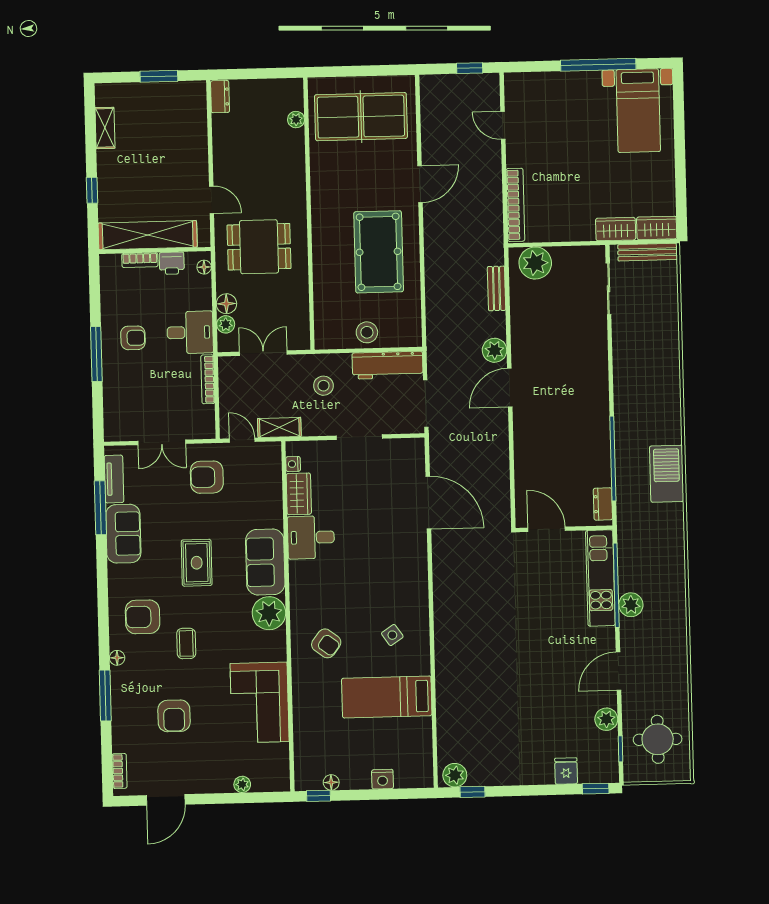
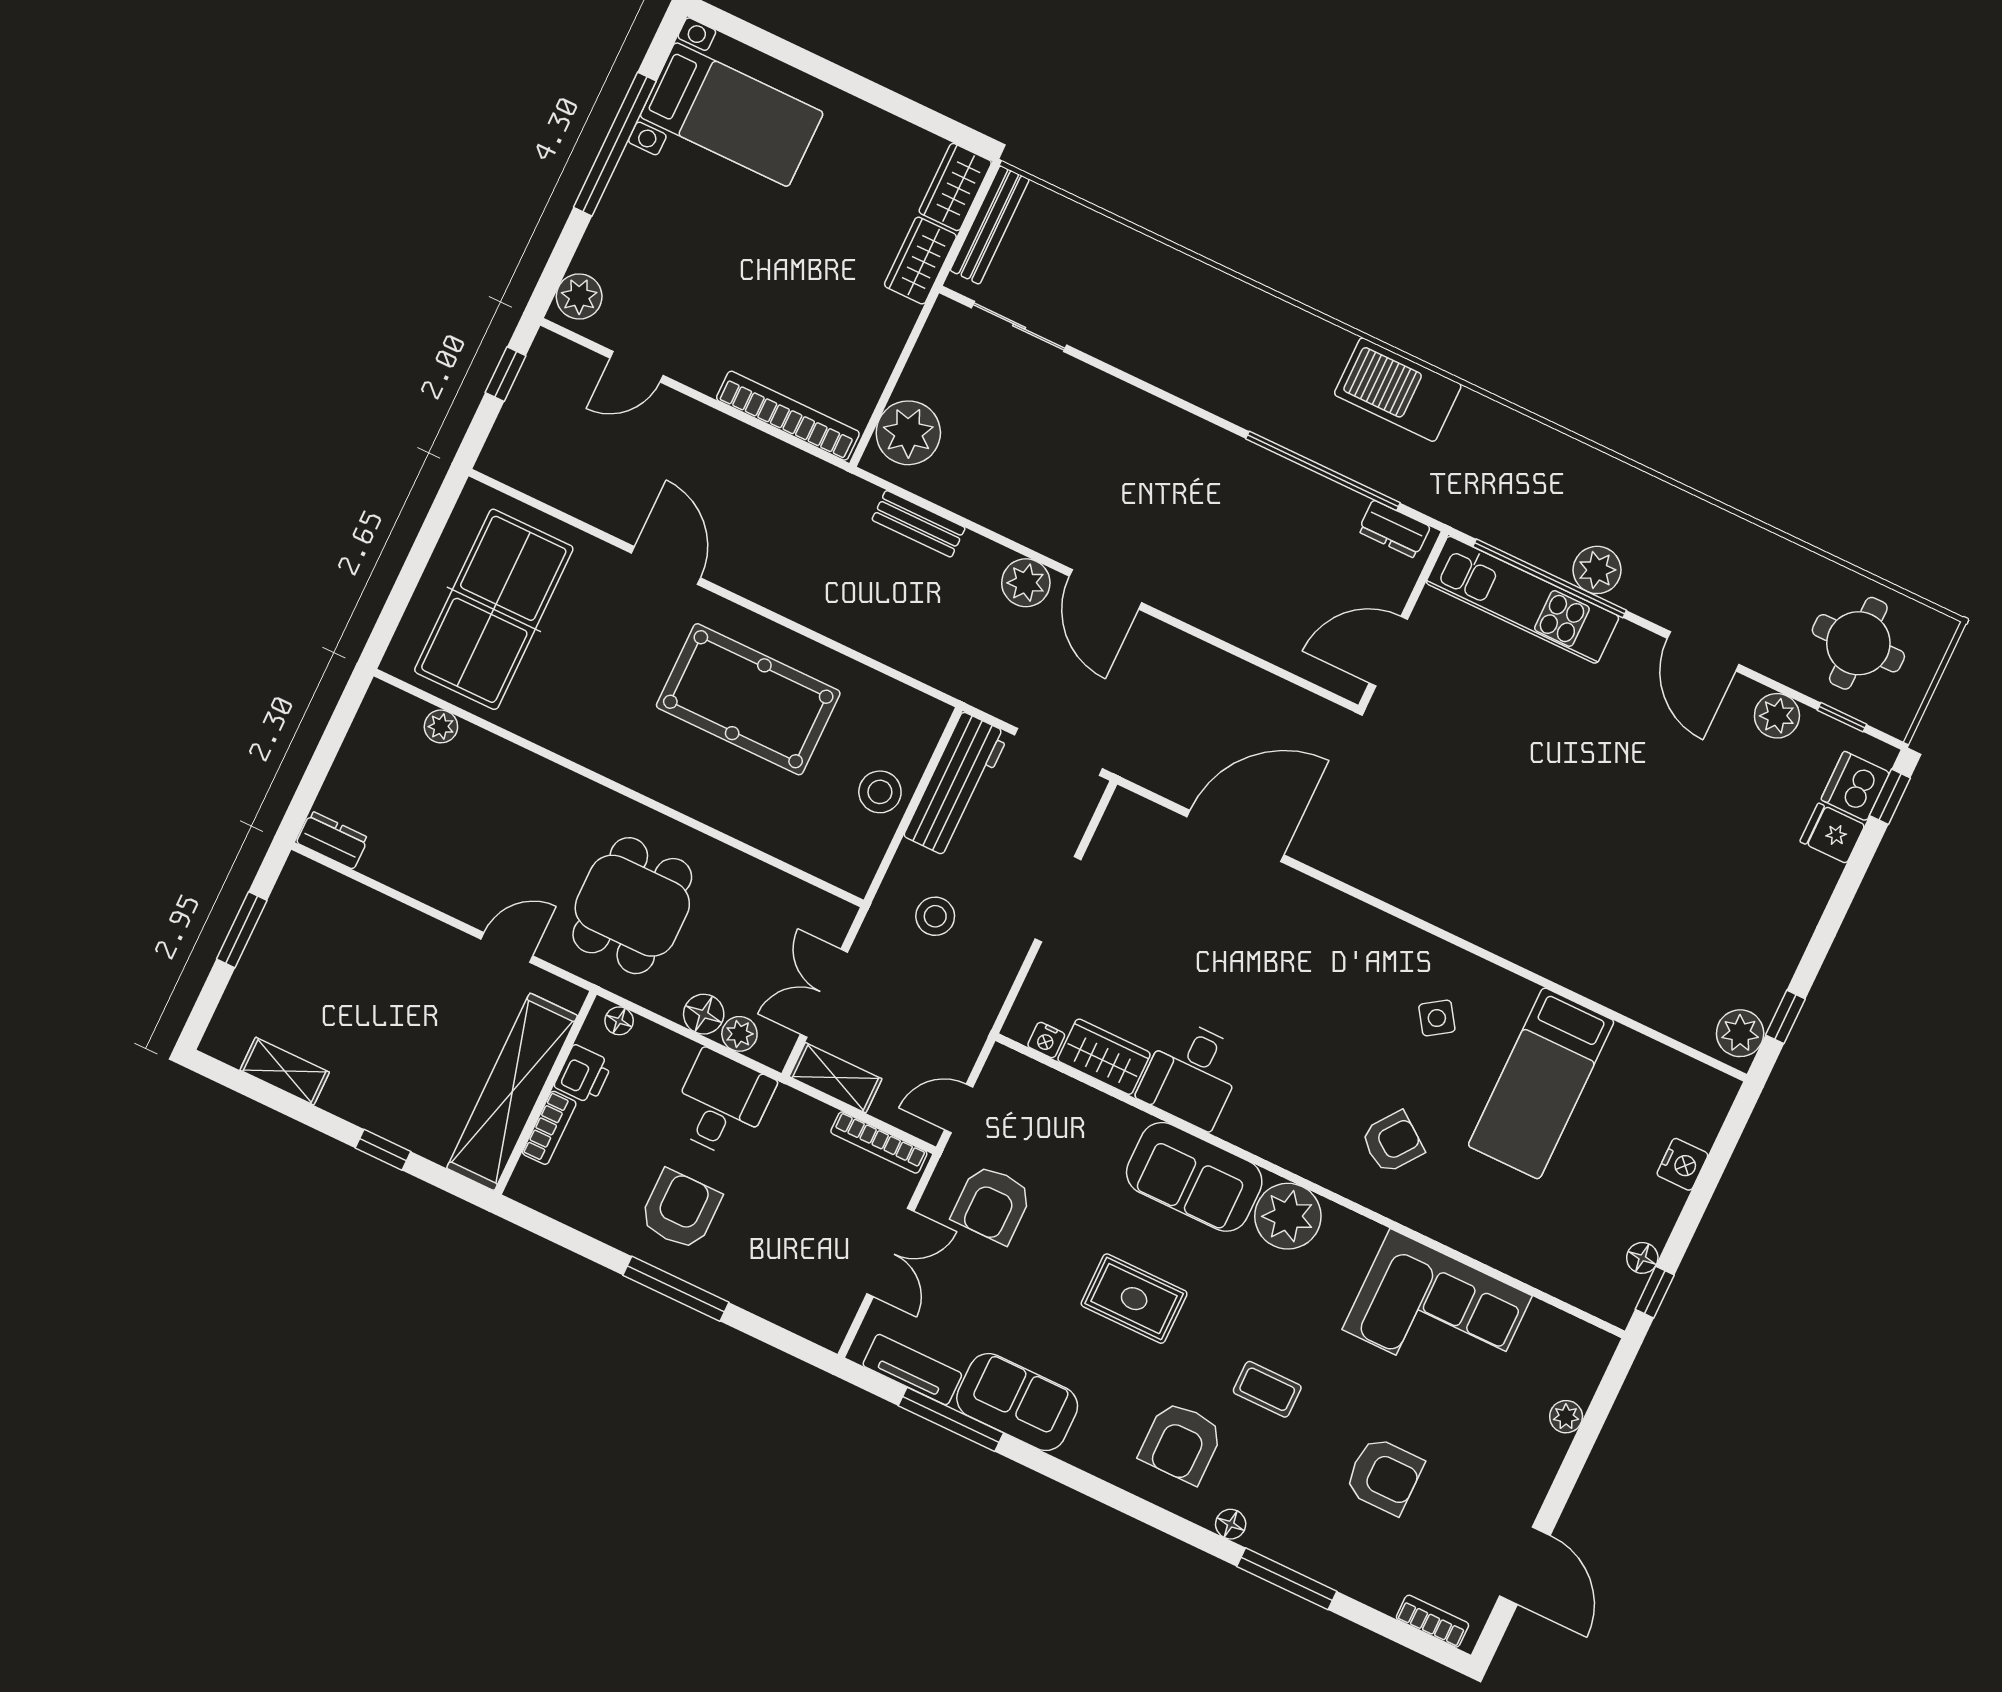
plant: (521, 83) -> (579, 296), added
armchair: (133, 338) -> (680, 1210), width x1.38, depth x1.38
bookcase: (208, 379) -> (879, 1142), moved
shelving: (279, 427) -> (835, 1078), moved, turned 90
dishwasher: (593, 771) -> (1855, 786), added

